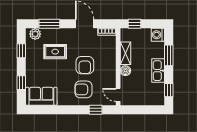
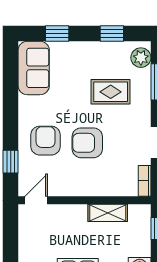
rug: (55, 52) -> (111, 92), turned 90
boiler: (125, 71) -> (78, 213), removed

